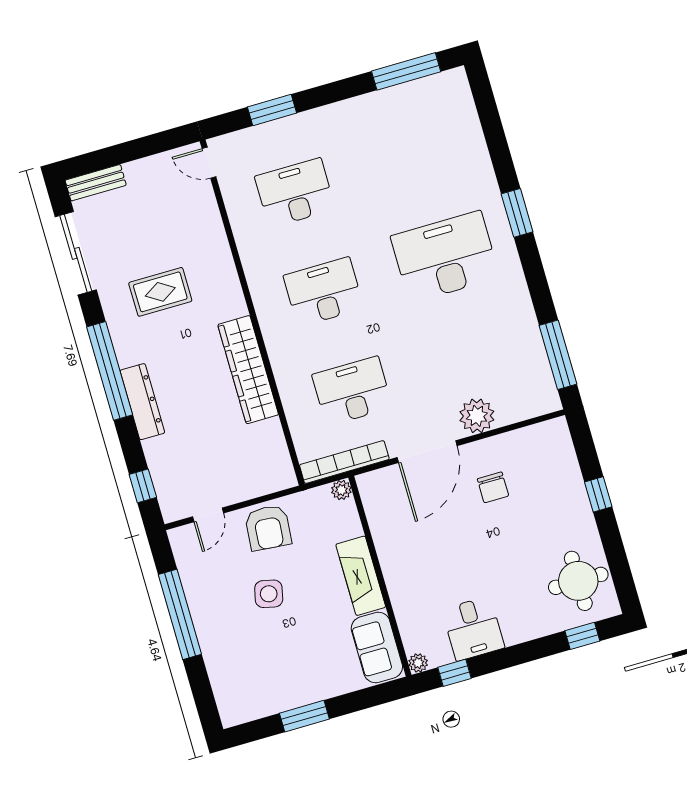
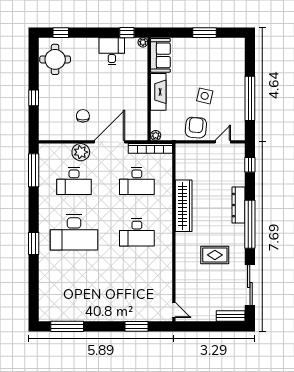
desk: (295, 193) -> (74, 181), moved

